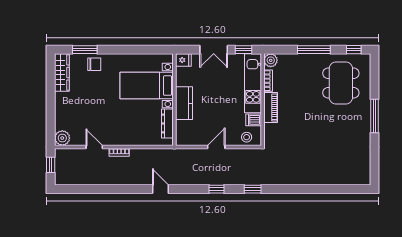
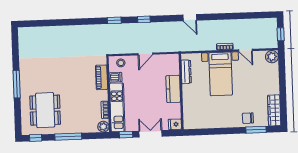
bed with nightstands: (147, 86) -> (221, 74), moved, turned 90
piano: (271, 108) -> (102, 77), moved

